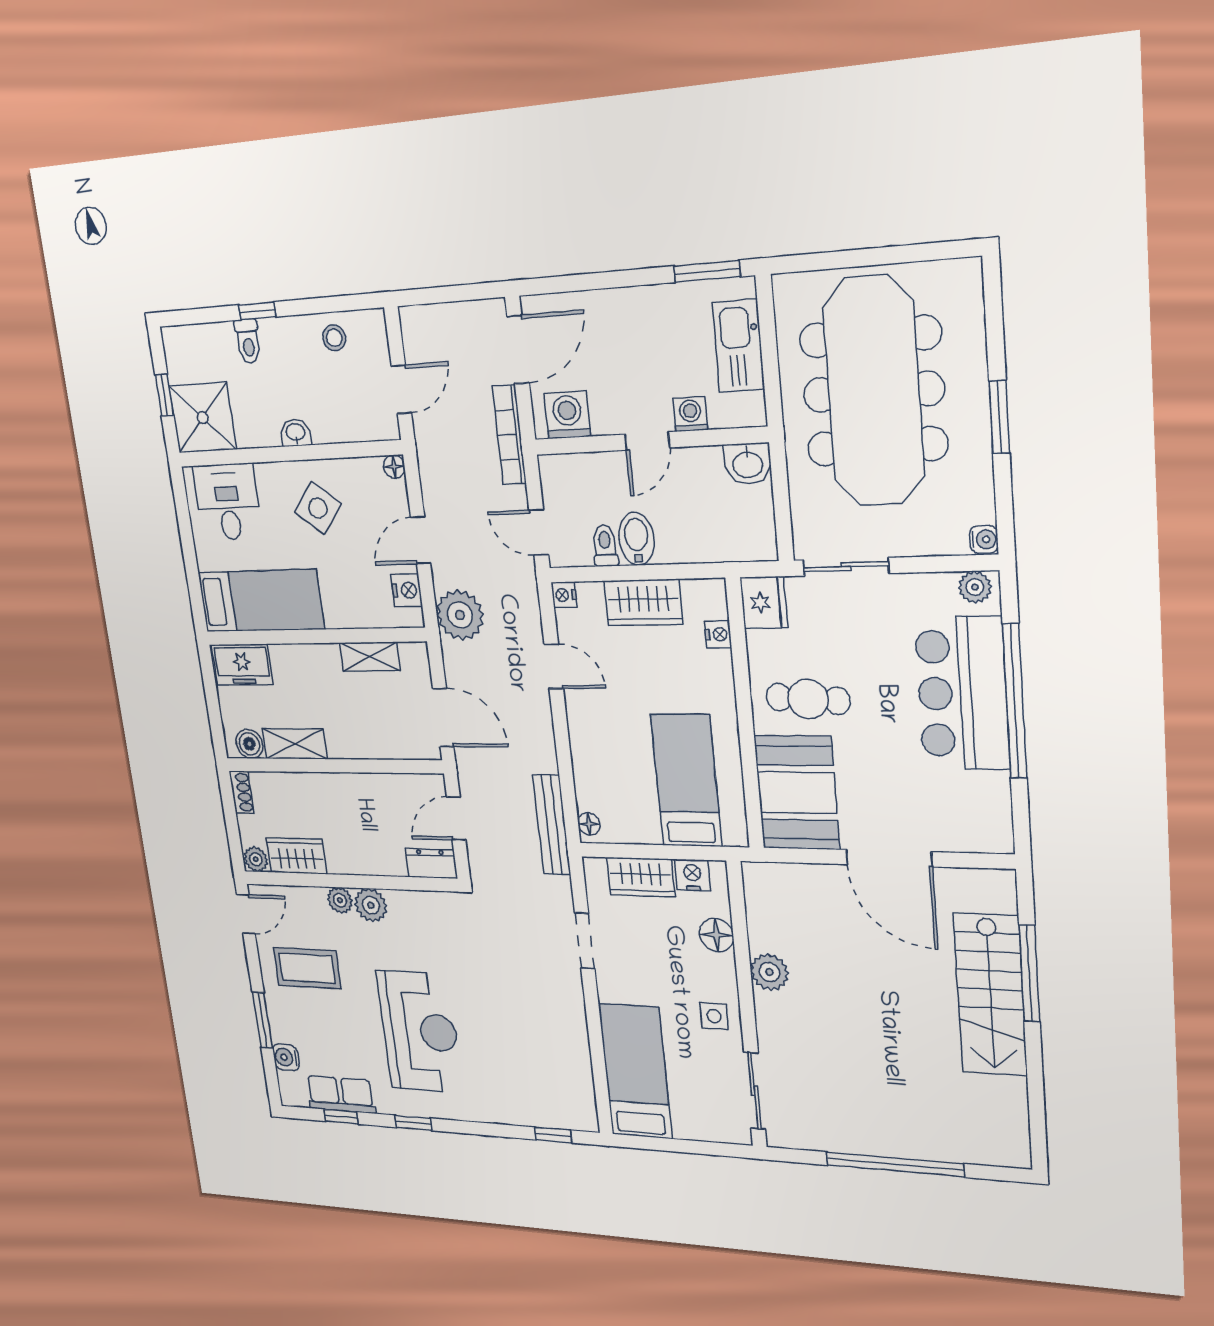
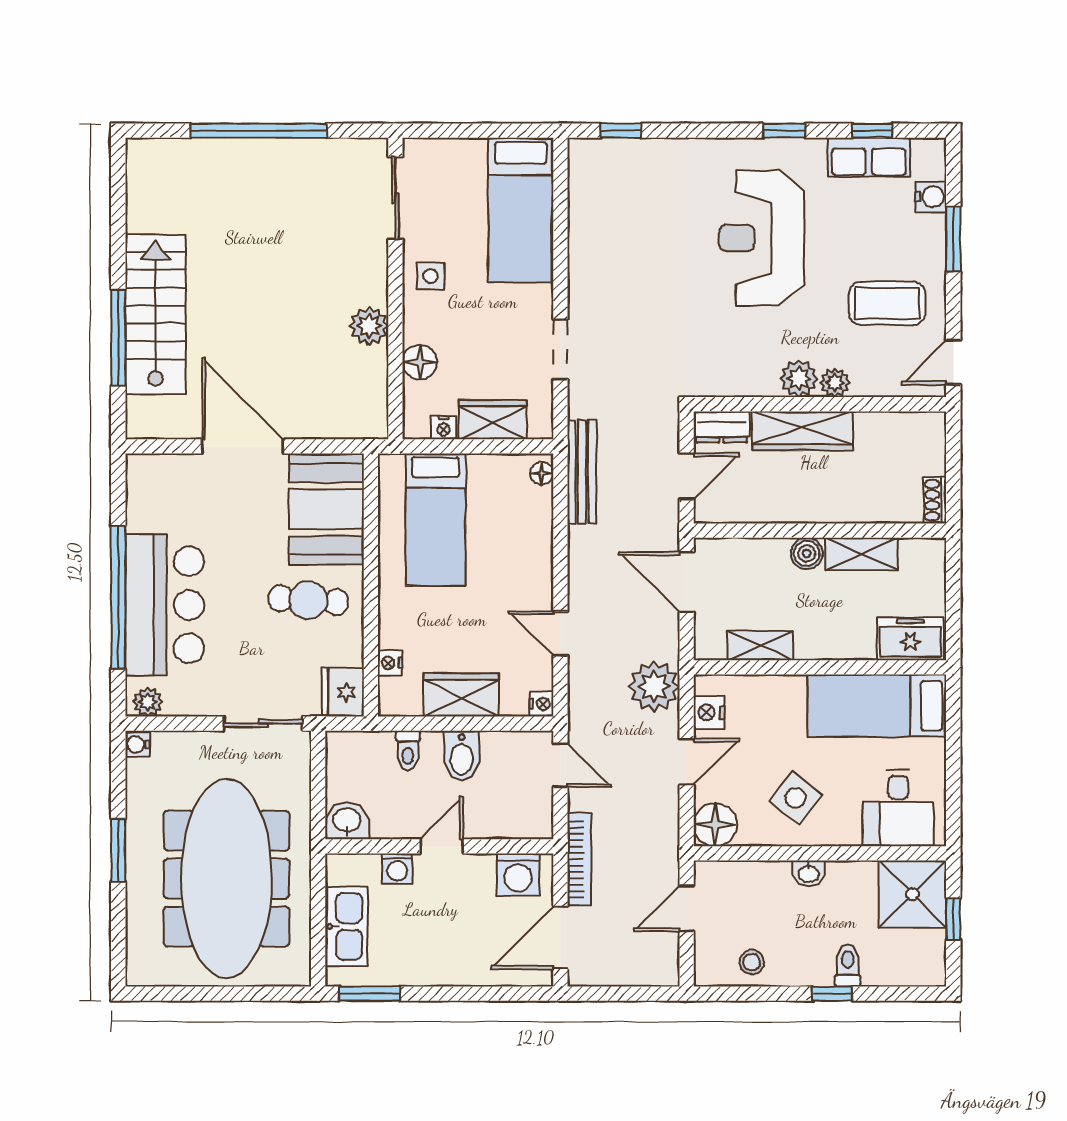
floor lamp: (394, 467) -> (715, 825), width x1.89, depth x1.89
toilet: (605, 546) -> (408, 750), moved
boiler: (249, 744) -> (807, 553), moved
wardrobe: (296, 856) -> (803, 431), moved, width x1.50
plant: (256, 859) -> (930, 425), removed
nightstand: (692, 875) -> (444, 428), width x0.72, depth x0.74

